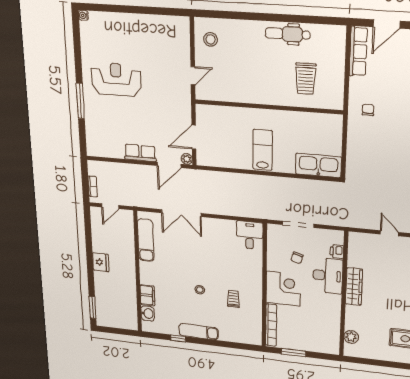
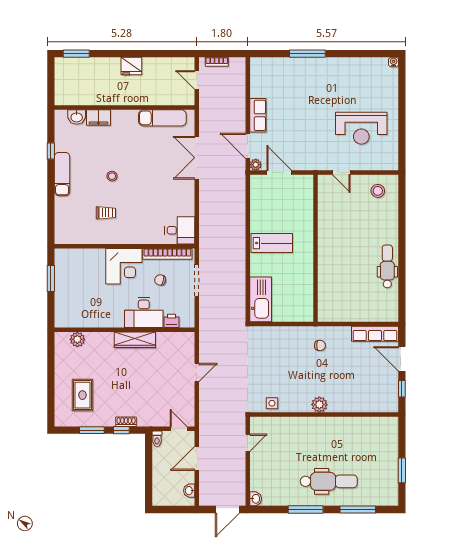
reception desk: (116, 79) -> (361, 128), moved, turned 90
trolley: (306, 79) -> (346, 284), removed
bookcase: (271, 325) -> (167, 254), moved

